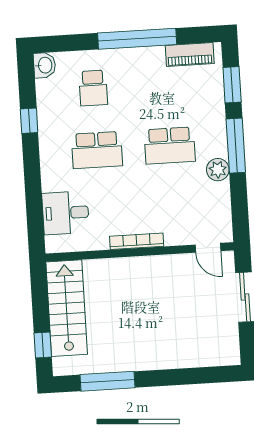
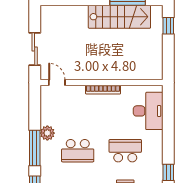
school desk: (170, 146) -> (78, 151), turned 180
desk: (66, 213) -> (148, 111), width x1.37
stairs: (67, 308) -> (119, 17), moved, turned -90

